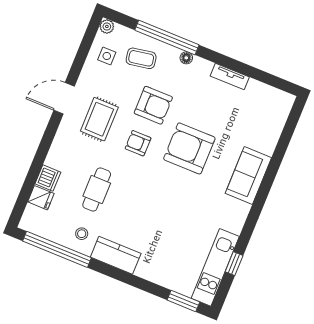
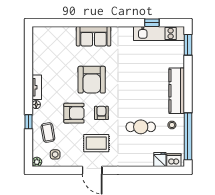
window: (167, 37) -> (28, 122), width x0.32
tv unit: (230, 76) -> (37, 87), moved
armchair: (153, 105) -> (74, 113), turned 90
armchair: (138, 143) -> (101, 113), turned 180
dishwasher: (48, 178) -> (174, 160), moved
kitchen counter: (116, 255) -> (177, 91), width x1.50

